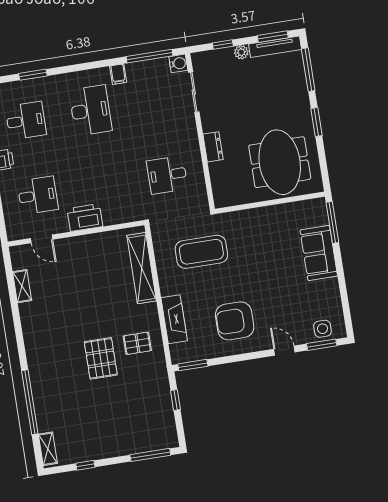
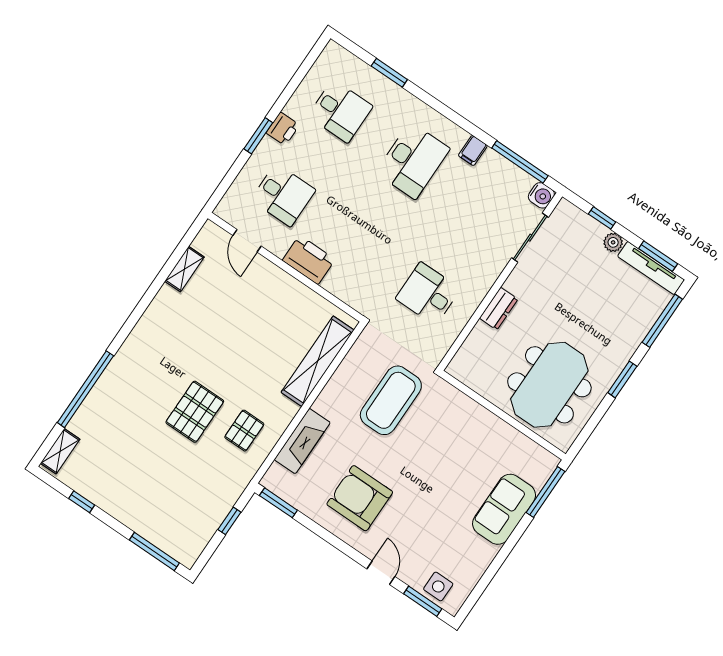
coffee table: (201, 252) -> (391, 400), turned 90
pallet: (137, 343) -> (244, 431), turned 90

